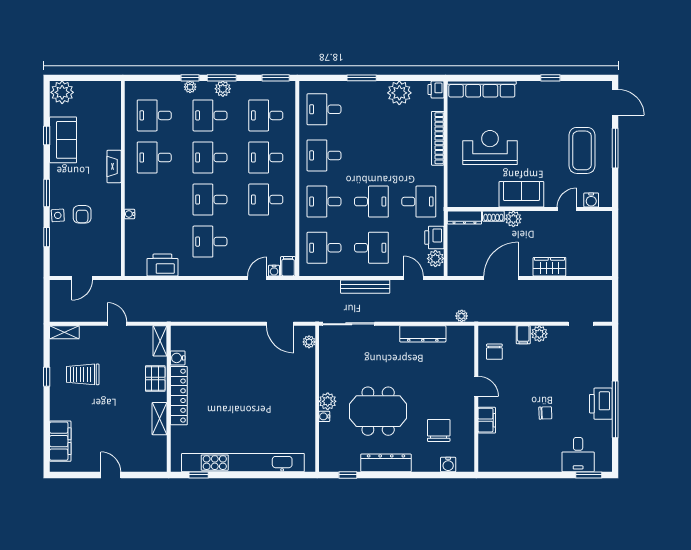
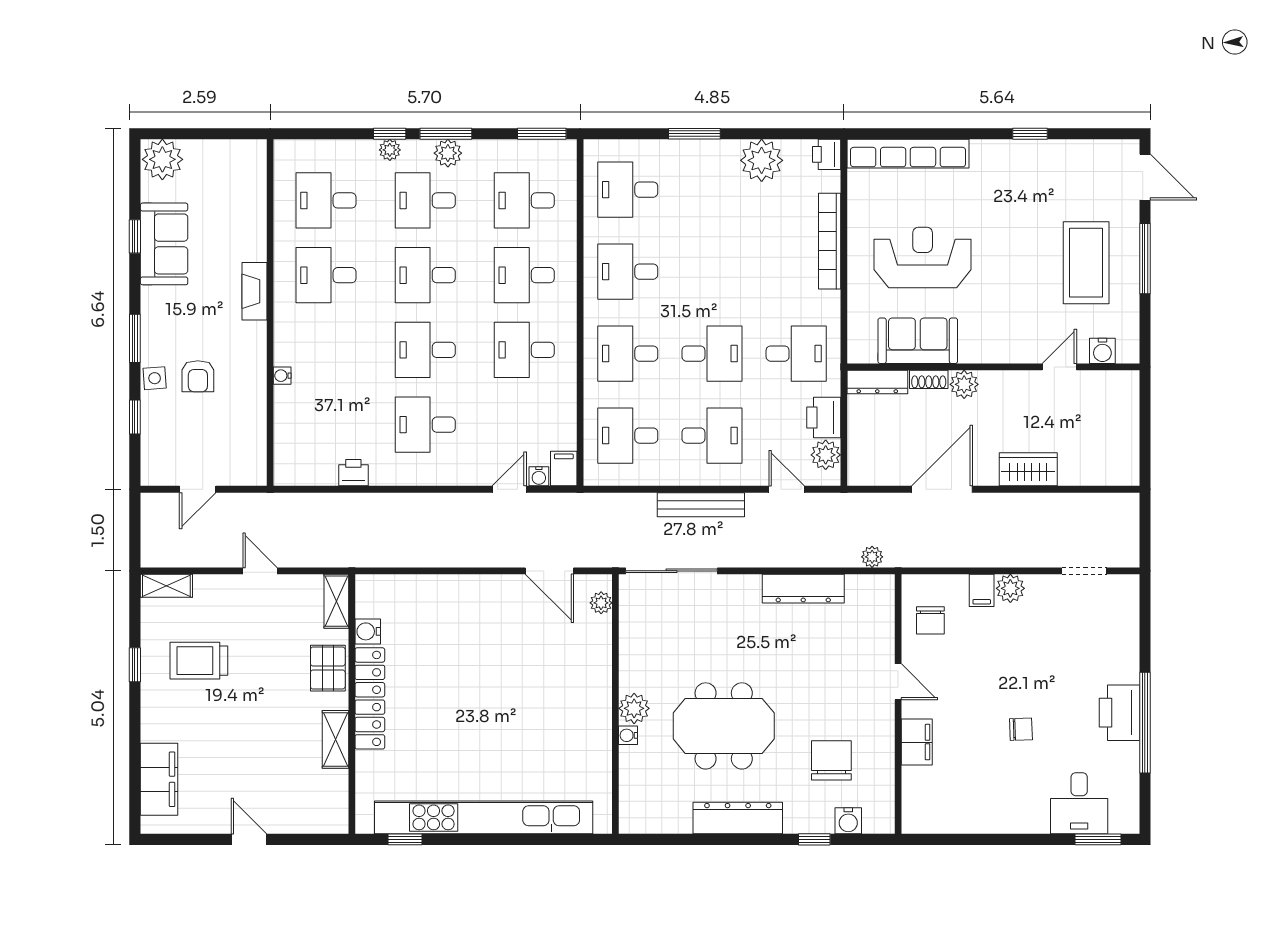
sofa: (521, 194) -> (918, 341), moved
printer: (162, 265) -> (353, 473), width x0.53, depth x0.68
window: (348, 475) -> (814, 839), moved

